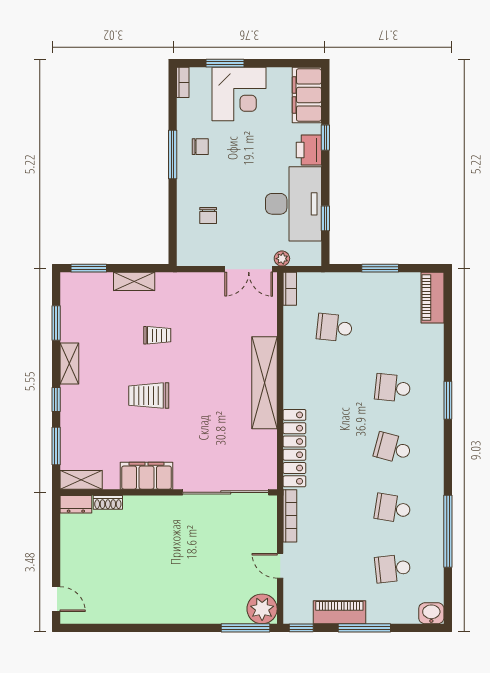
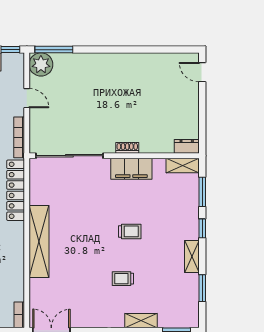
trolley: (149, 396) -> (130, 231), width x0.73, depth x0.72
shoe rack: (108, 502) -> (127, 148), moved

